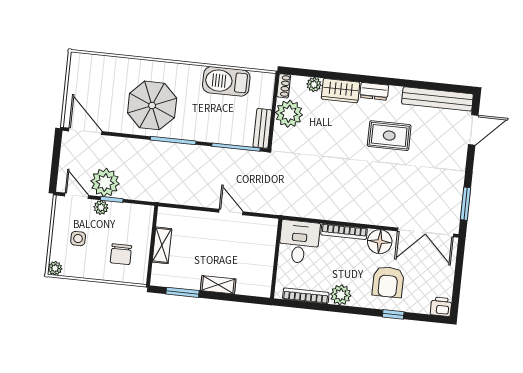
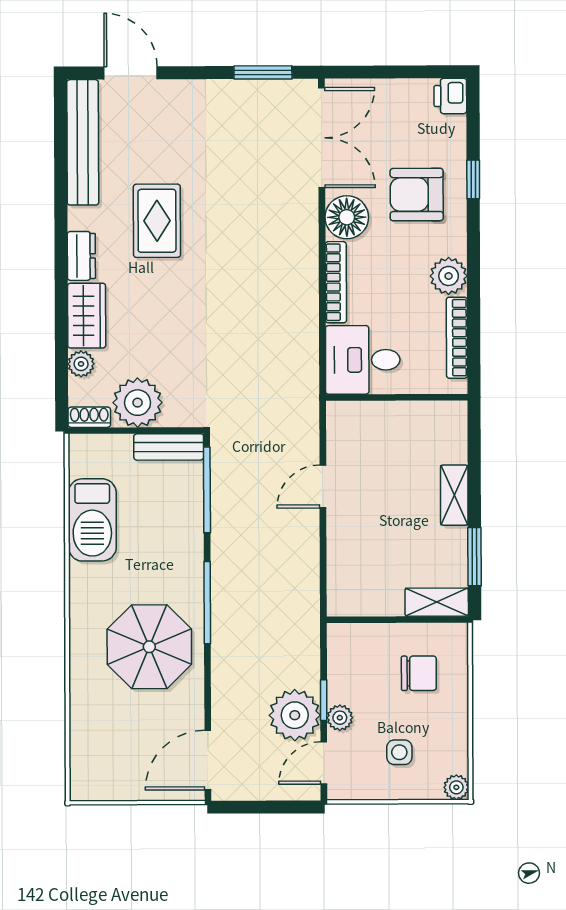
shelving: (162, 245) -> (437, 602), moved
armchair: (388, 282) -> (417, 195), turned 180

